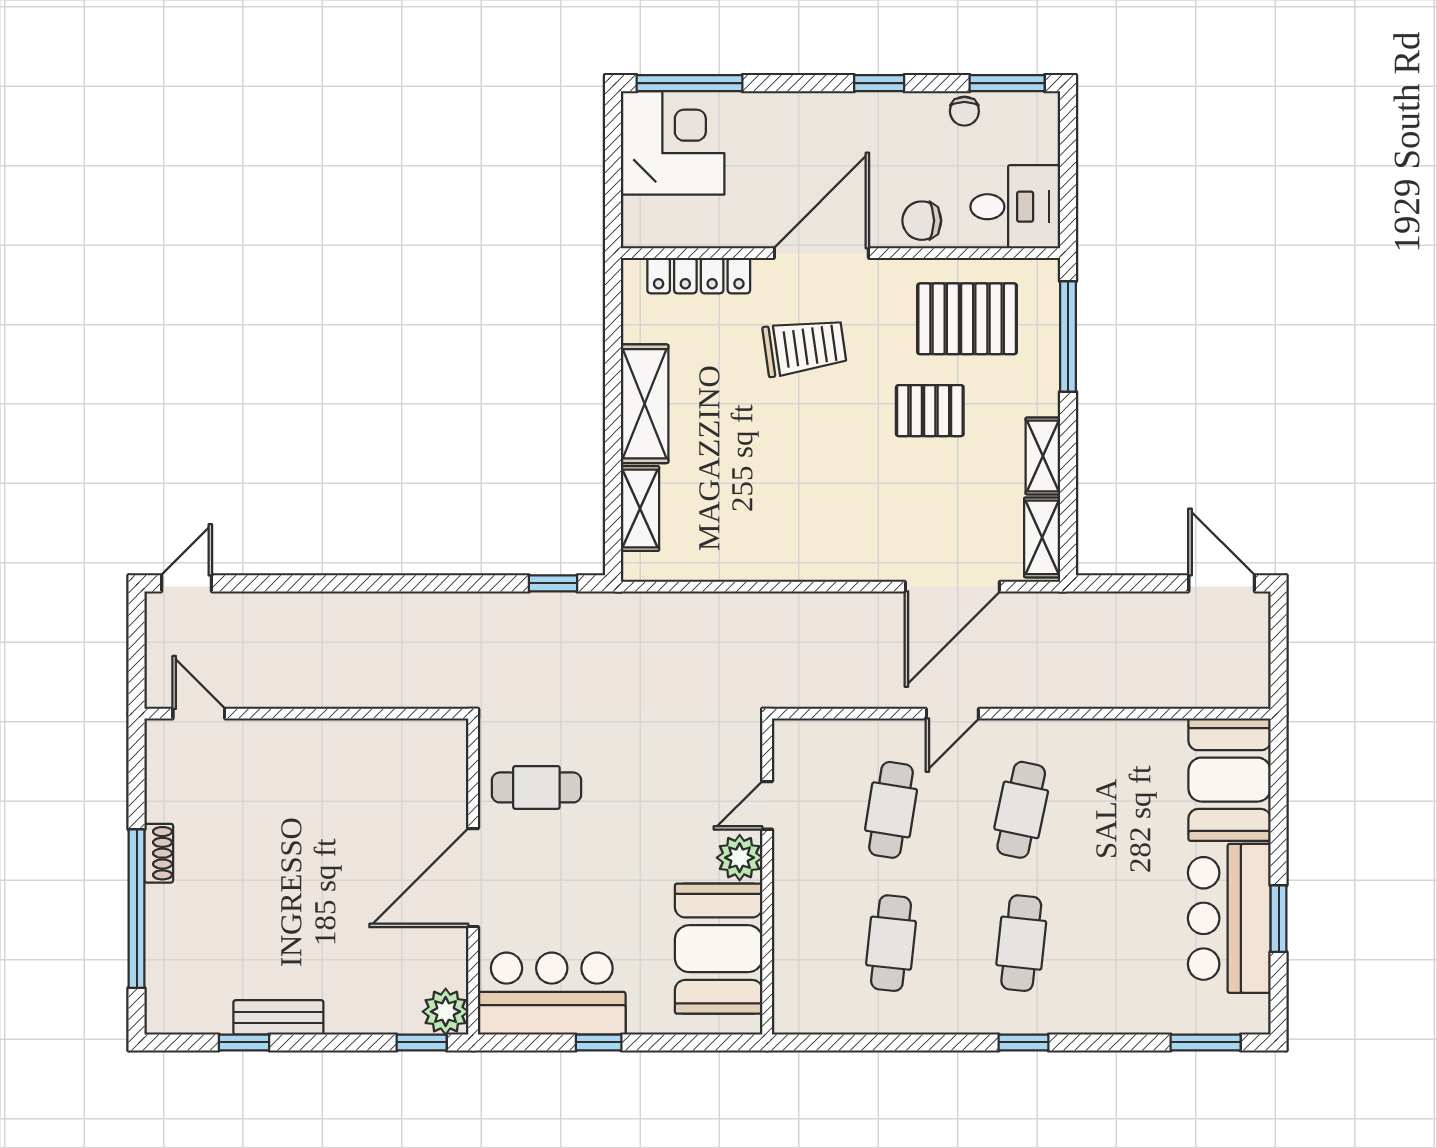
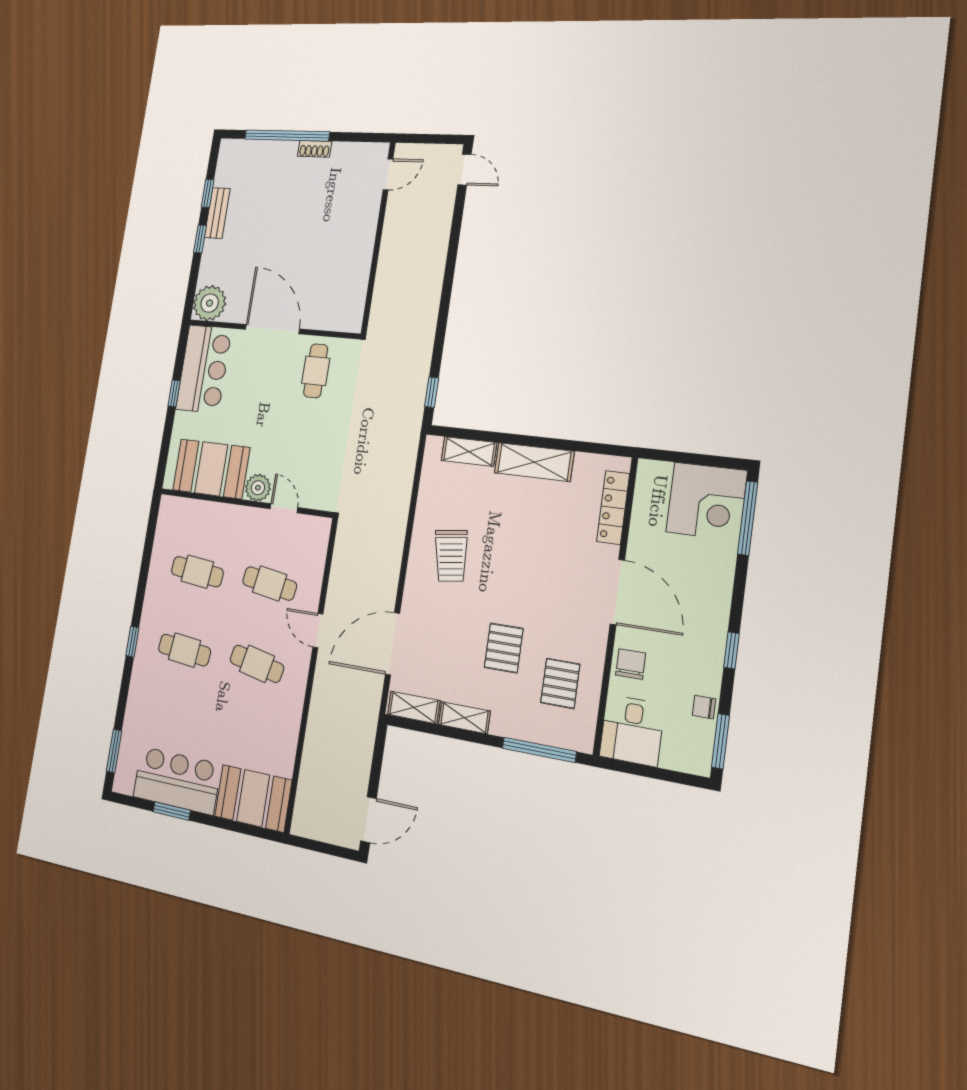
pallet: (967, 319) -> (560, 683), width x0.67, depth x0.71
trolley: (805, 347) -> (451, 556), moved
door: (952, 587) -> (392, 644), hinge flipped
plant: (446, 1012) -> (210, 303), width x1.36, depth x1.36
window: (422, 1042) -> (200, 239), moved

